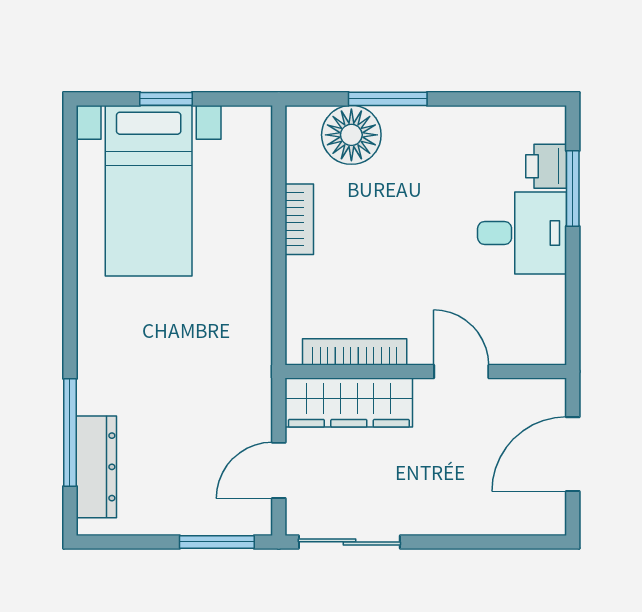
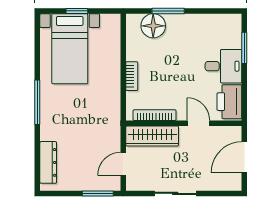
printer: (546, 166) -> (229, 102), moved, width x1.87, depth x1.48
bookcase: (299, 219) -> (132, 76), moved
window: (70, 432) -> (37, 102), moved
sliding door: (349, 542) -> (175, 193), moved

